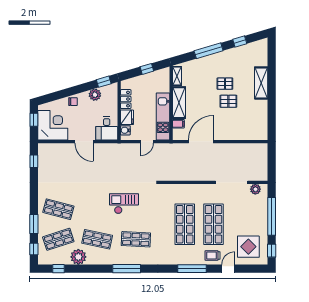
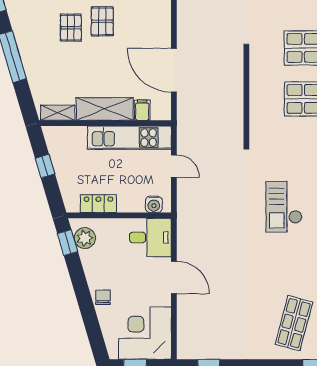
plant: (95, 95) -> (85, 238), moved
fridge: (127, 117) -> (131, 201), removed
door: (84, 142) -> (174, 277), hinge flipped

